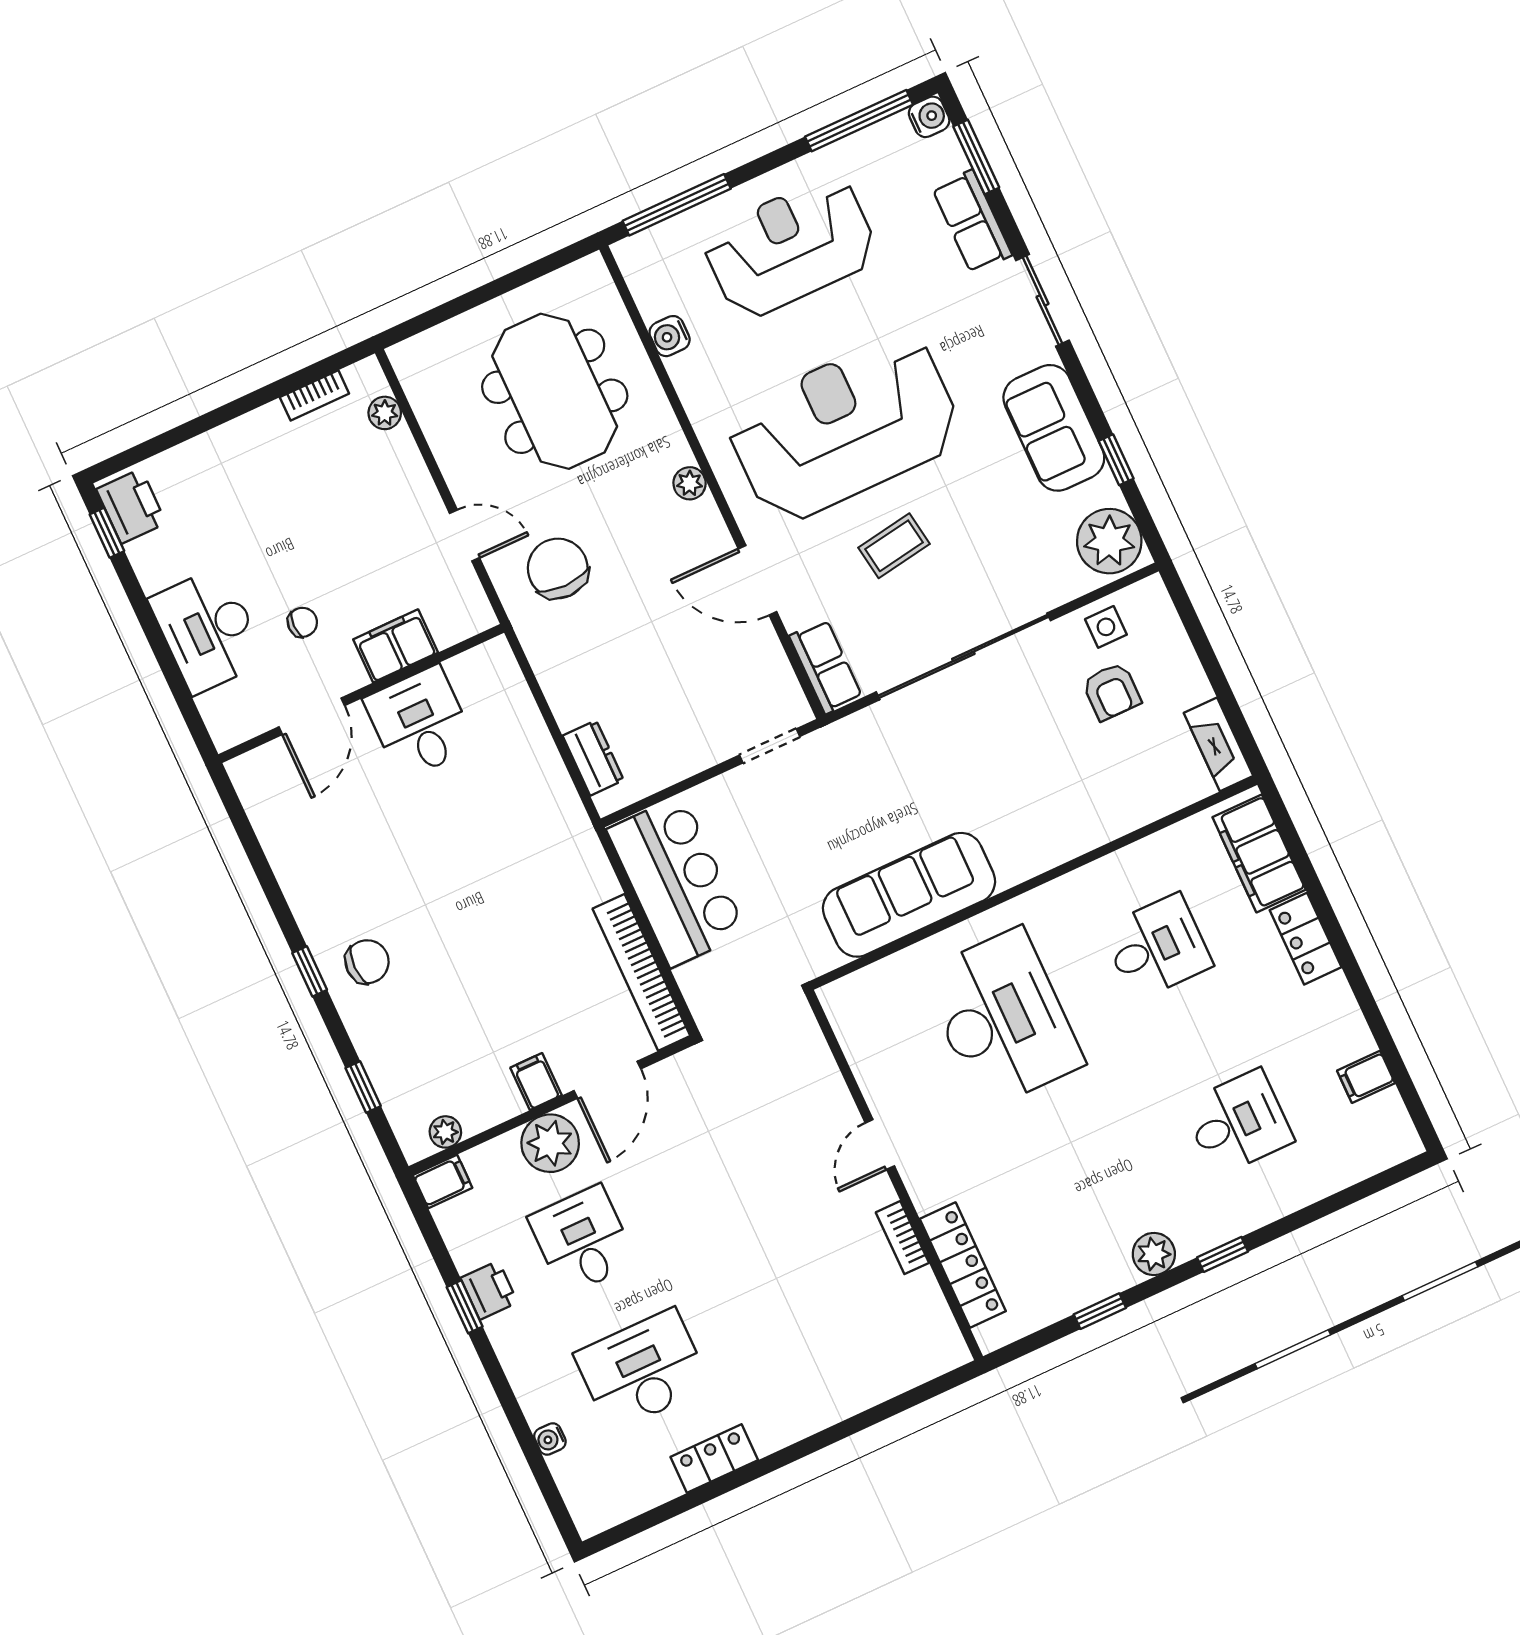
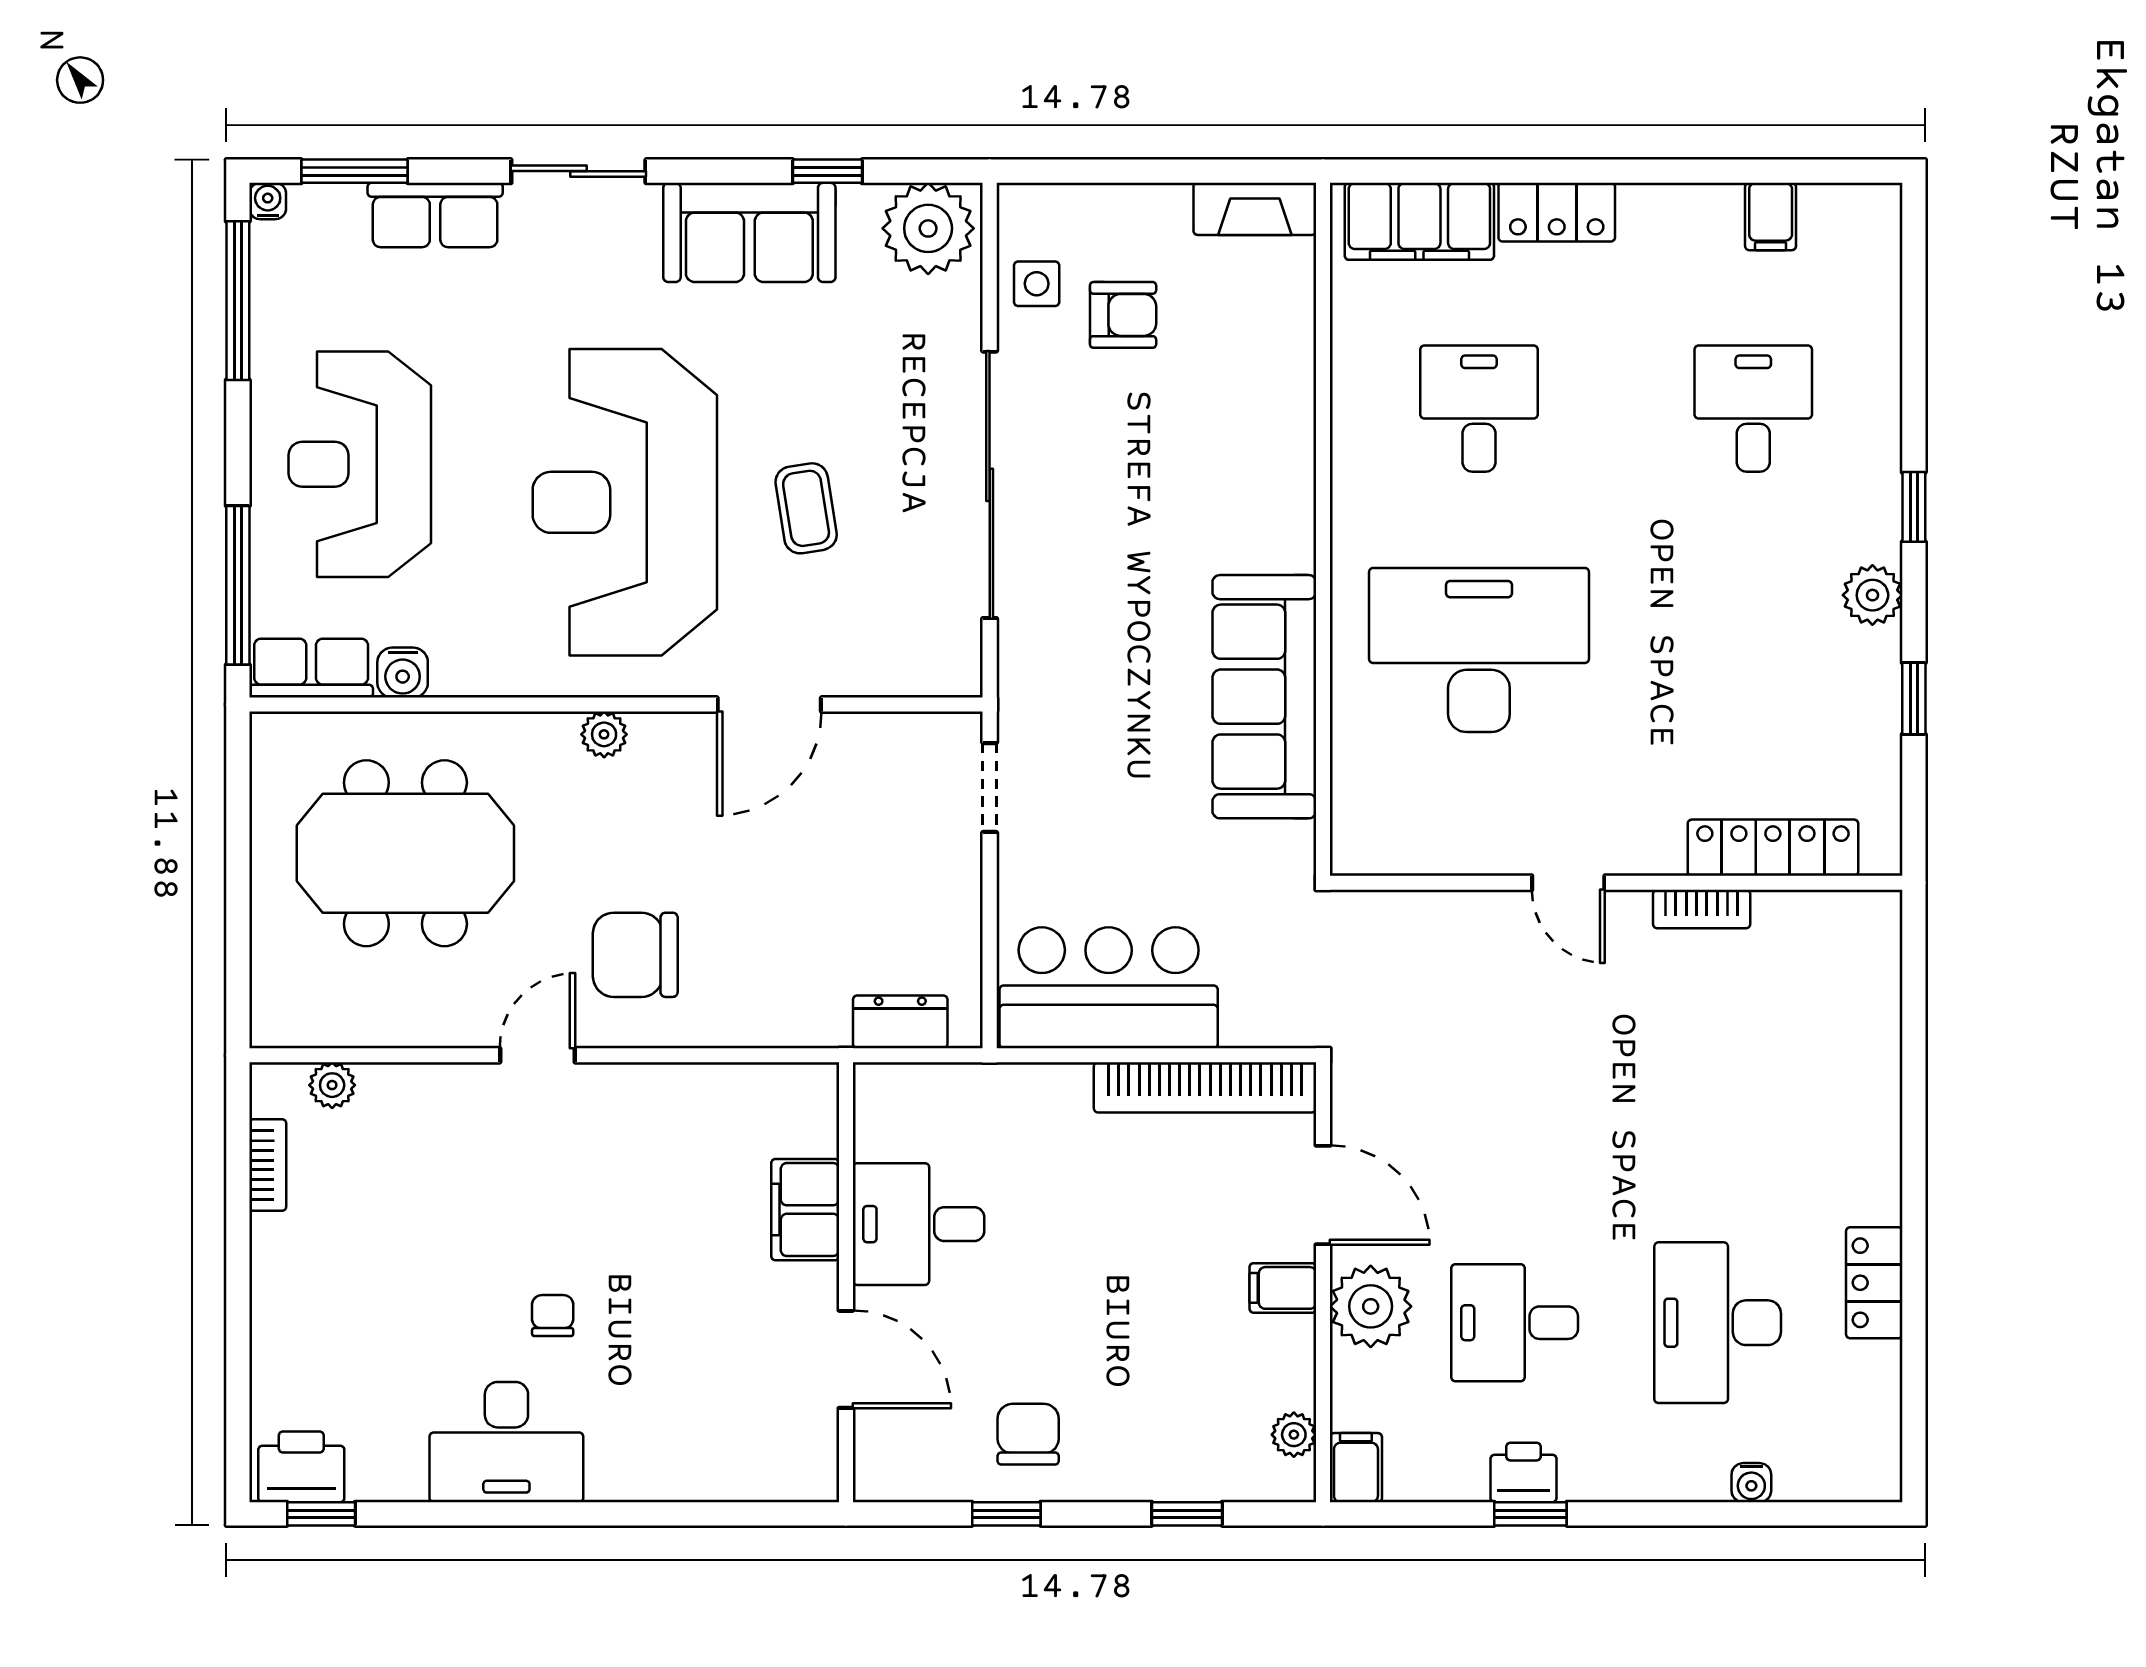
water cooler: (929, 117) -> (268, 201), width x0.72, depth x0.72
filing cabinet: (396, 646) -> (805, 1210), moved
row of seats: (826, 667) -> (311, 668), moved
wall: (361, 693) -> (846, 1282), moved
door: (312, 716) -> (846, 1359), moved
desk: (420, 723) -> (919, 1224), moved

